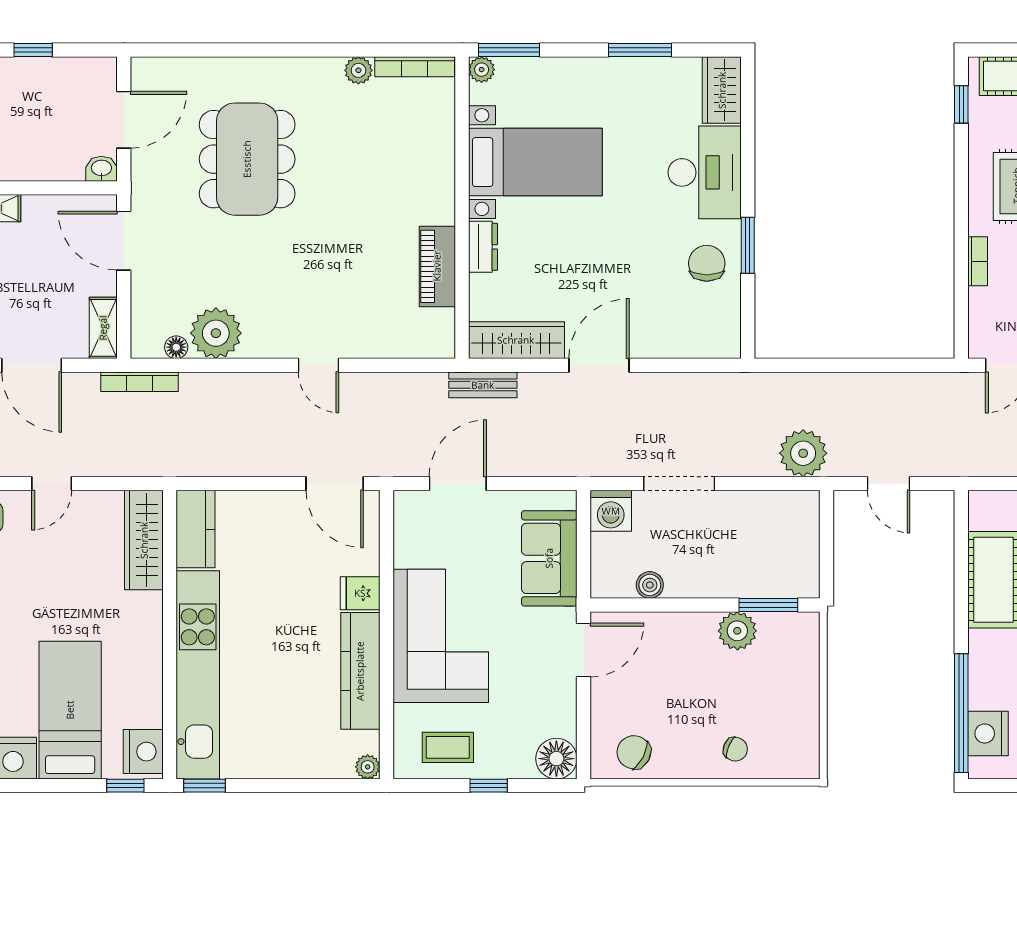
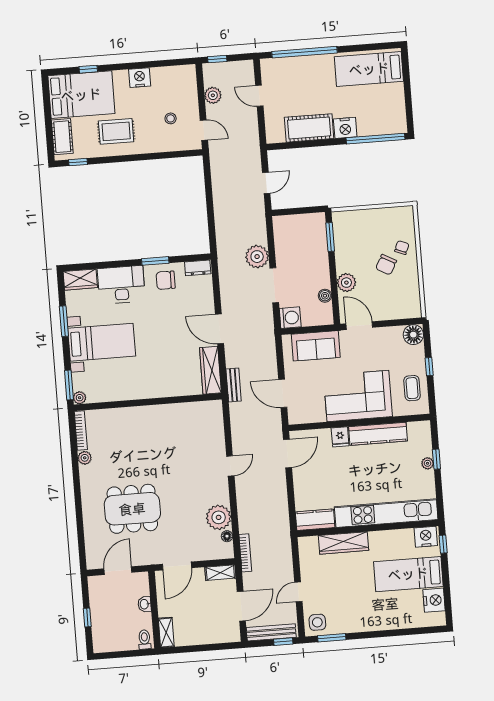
door: (124, 120) -> (118, 571), hinge flipped
bed with nightstands: (535, 162) -> (102, 342), moved, turned 90
washbasin: (101, 169) -> (145, 604), moved
dresser: (483, 247) -> (198, 268), moved, turned 180
bookcase: (978, 261) -> (154, 148), removed
piano: (437, 266) -> (177, 412), removed
plant: (803, 453) -> (257, 257), moved
door: (52, 484) -> (298, 592), swing flipped
wardrobe: (144, 540) -> (343, 543), moved
plant: (737, 631) -> (346, 283), moved
nightstand: (988, 734) -> (345, 128), moved
chair: (634, 752) -> (386, 265), moved
plant: (368, 767) -> (428, 463), moved
window: (205, 786) -> (436, 459), moved

